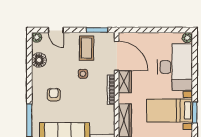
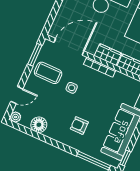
wardrobe: (125, 82) -> (108, 55), moved

